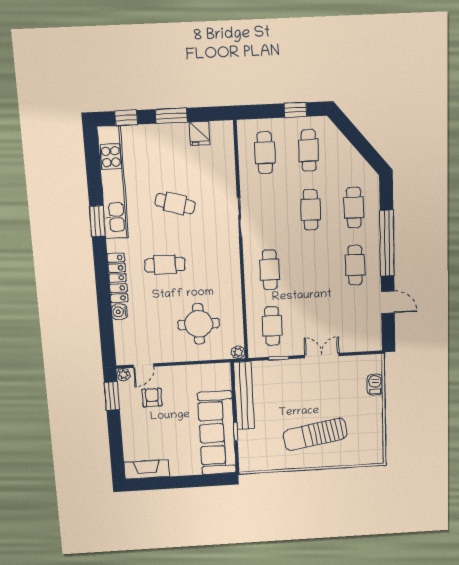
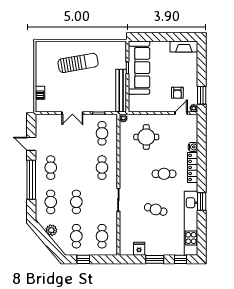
plant: (352, 159) -> (51, 230), added

